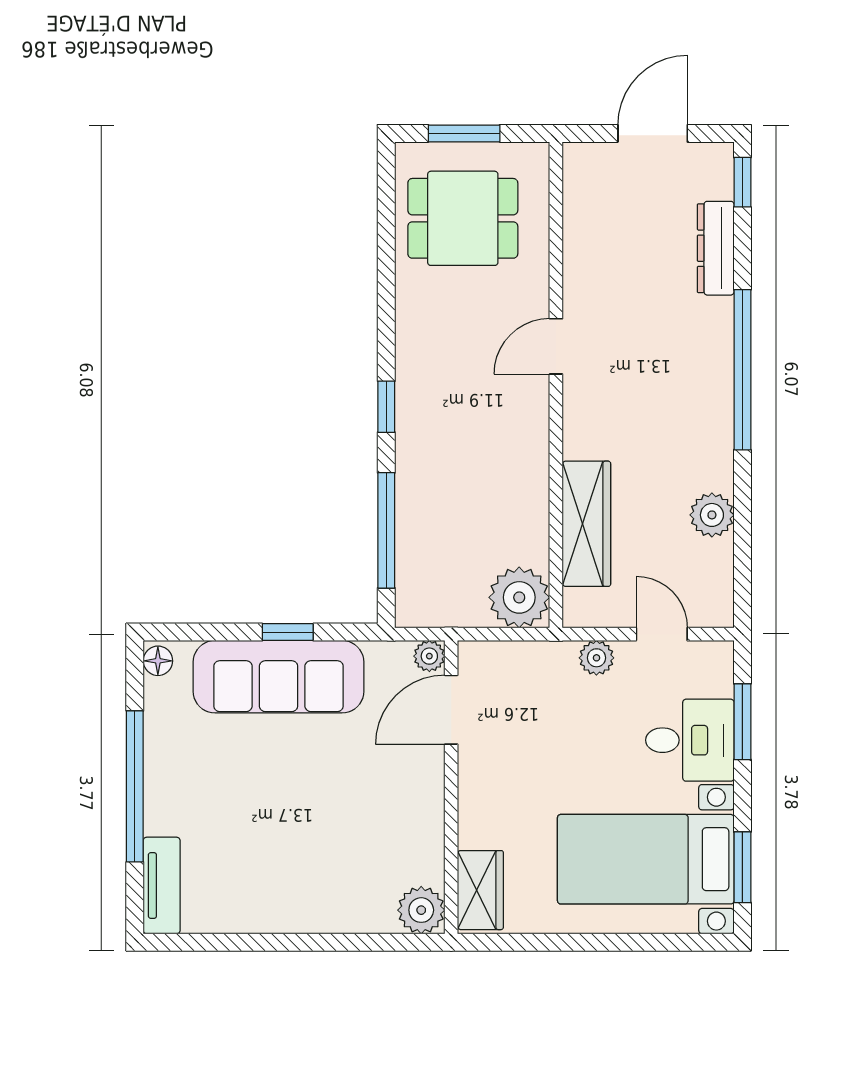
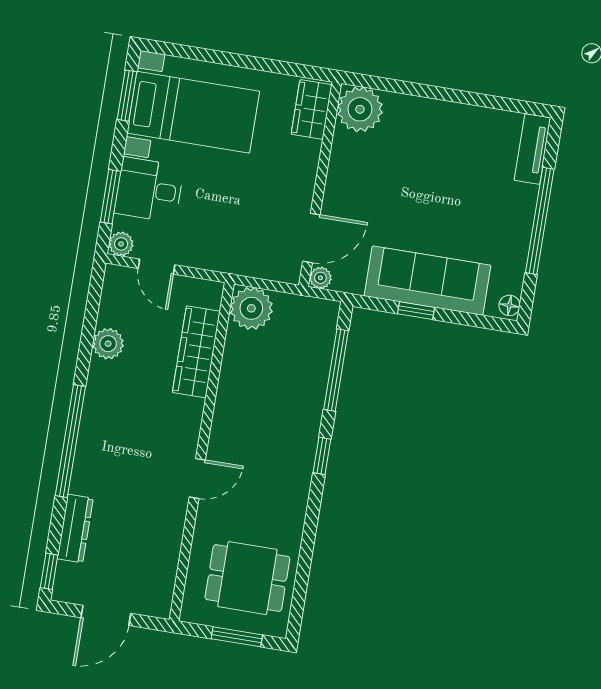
plant: (596, 658) -> (121, 244), moved
plant: (421, 910) -> (360, 109), width x1.36, depth x1.36

